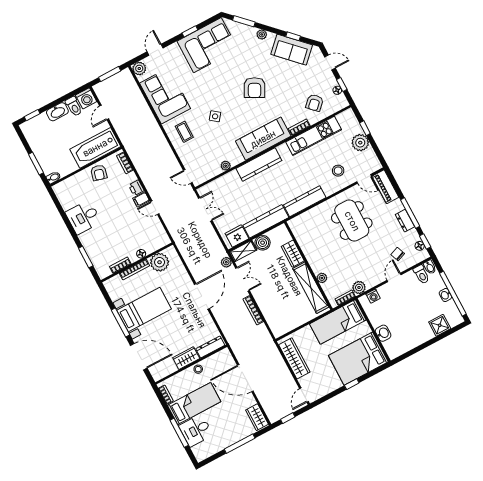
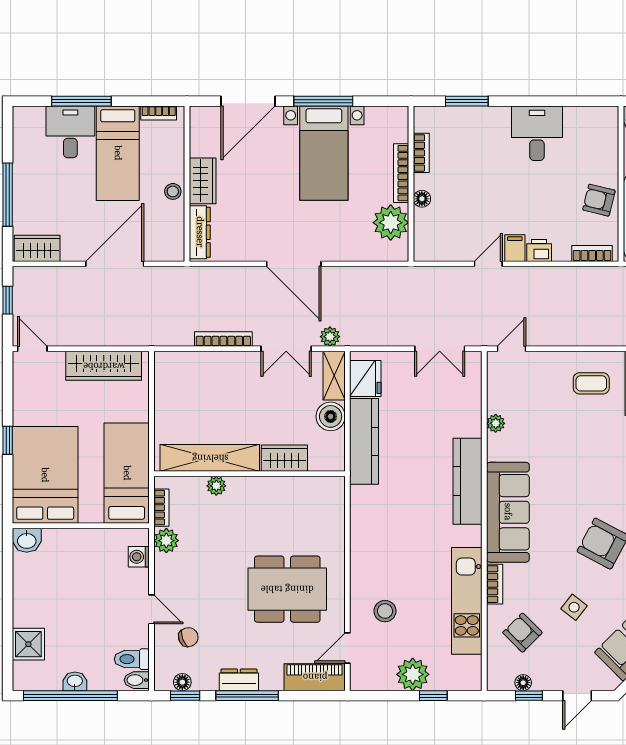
side table: (215, 116) -> (574, 607), moved
kitchen counter: (305, 201) -> (363, 526), removed
washbasin: (383, 333) -> (27, 540), moved

